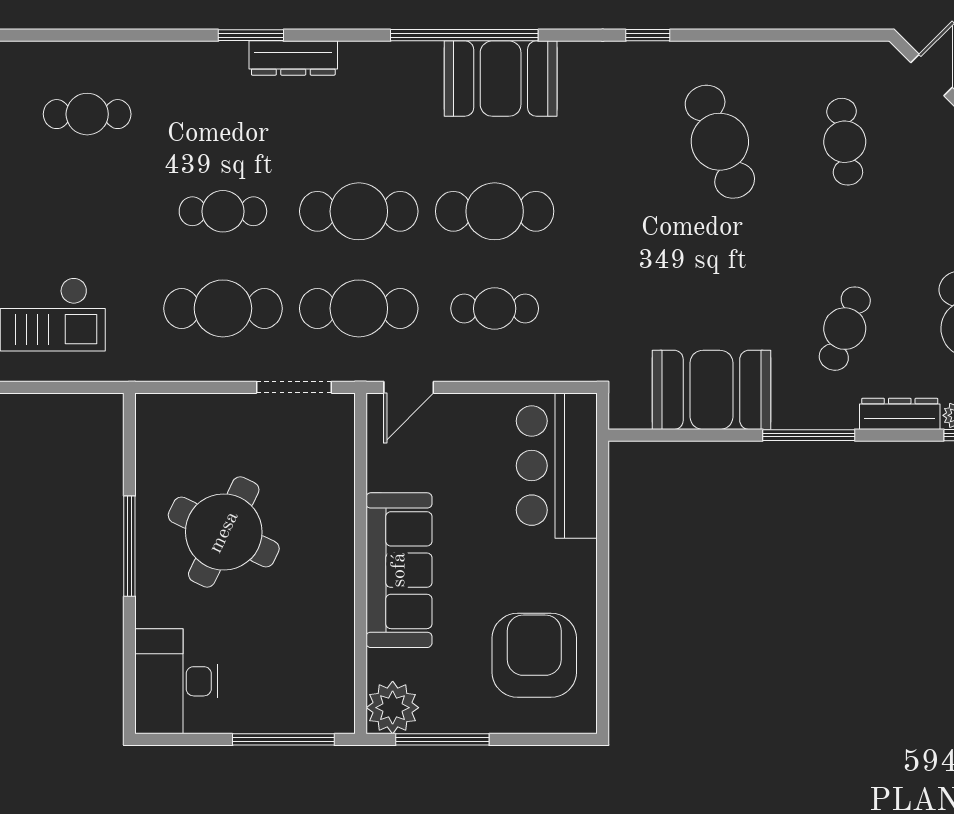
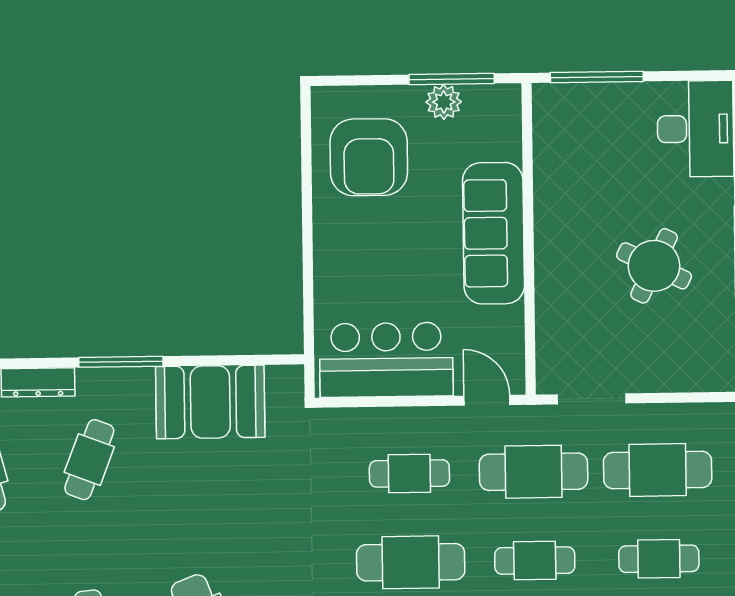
cafe table: (359, 211) -> (535, 561), width x0.73, depth x0.74
door: (409, 387) -> (487, 400), hinge flipped
bar counter: (557, 466) -> (386, 360), moved, turned -90
round table: (224, 532) -> (654, 266), width x0.73, depth x0.73
plant: (393, 708) -> (444, 102), moved, width x0.73, depth x0.73

